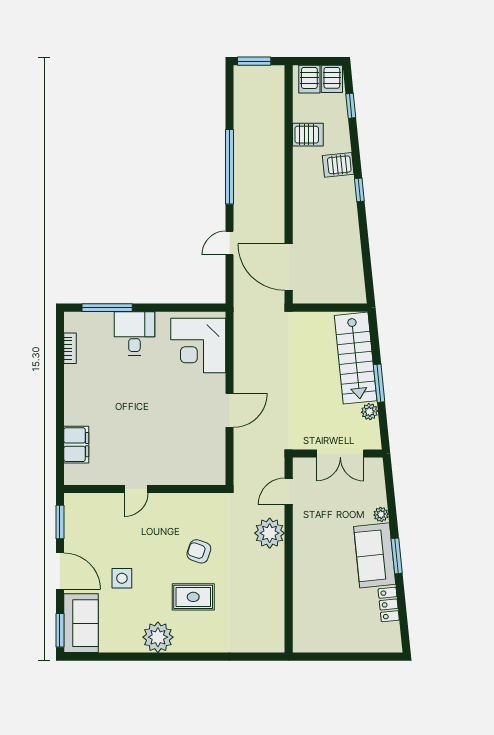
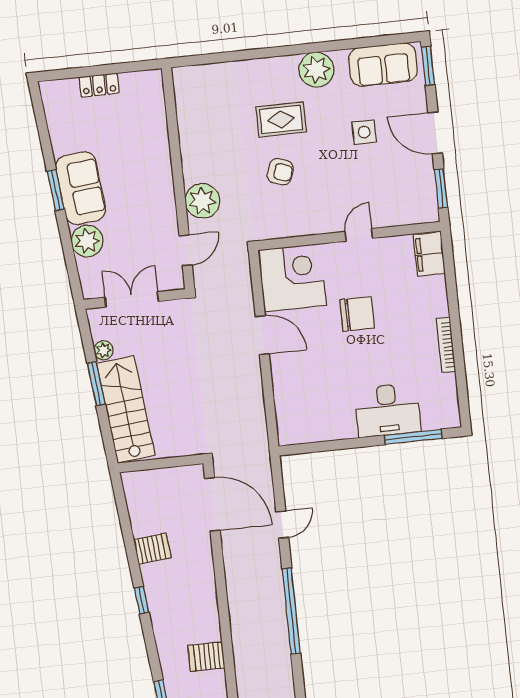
server rack: (338, 165) -> (152, 549), moved
desk: (134, 333) -> (388, 410), width x1.37
corner desk: (198, 345) -> (292, 278), moved
bookcase: (70, 348) -> (446, 345), moved, width x1.56
door: (230, 410) -> (262, 335), swing flipped
chair: (145, 420) -> (357, 314), added
filing cabinet: (76, 445) -> (429, 254), moved
plant: (381, 514) -> (87, 241), width x1.88, depth x1.88
locker: (389, 604) -> (99, 85), moved, turned 96
sofa: (81, 623) -> (383, 64), moved, turned -90

